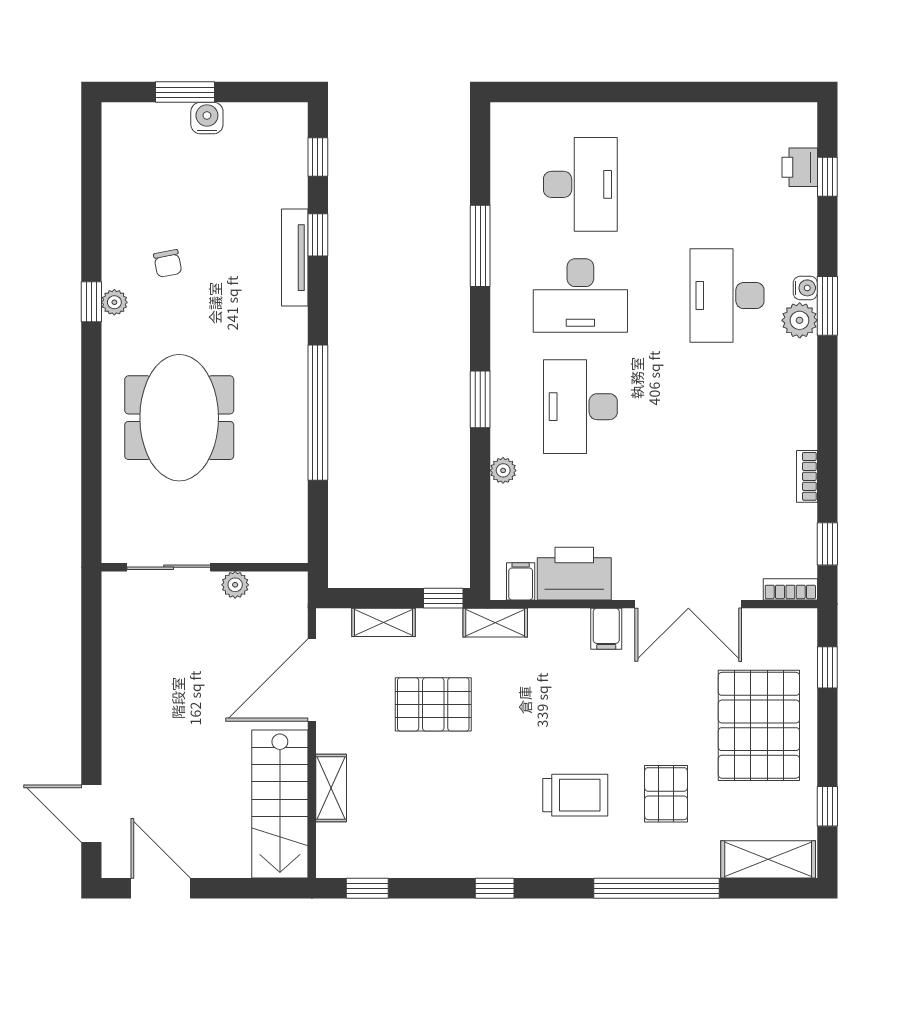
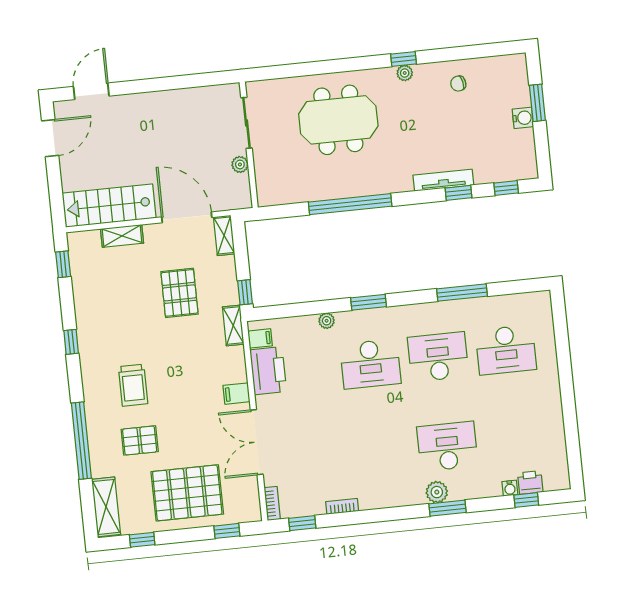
chair: (168, 263) -> (458, 84), moved
water cooler: (805, 288) -> (510, 488), moved
desk: (580, 296) -> (438, 357), turned 90
desk: (580, 407) -> (370, 364), turned 180
shelving: (384, 622) -> (224, 235), moved

